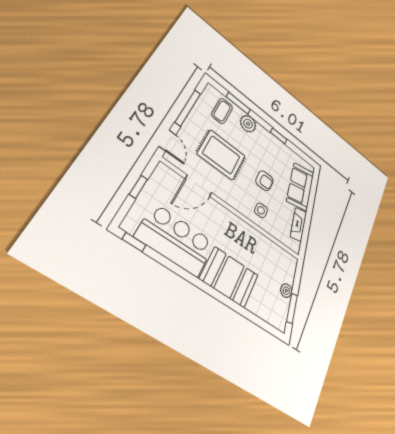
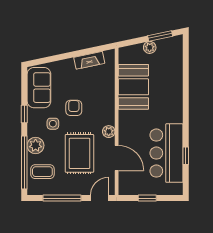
window: (238, 103) -> (24, 162), width x2.11
sofa: (300, 187) -> (39, 88), moved, turned -78
plant: (228, 197) -> (109, 132), added
side table: (261, 210) -> (53, 124), moved
window: (134, 242) -> (186, 156), moved
booth: (229, 277) -> (133, 87), moved

